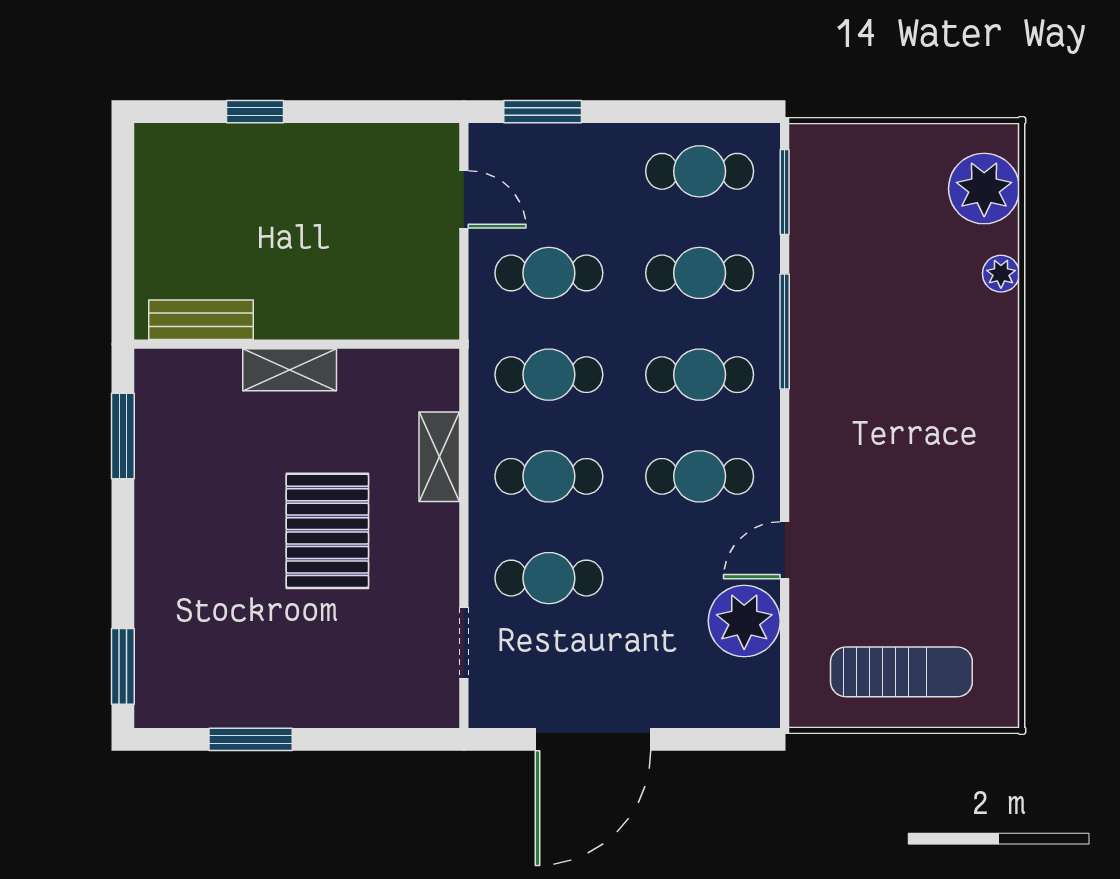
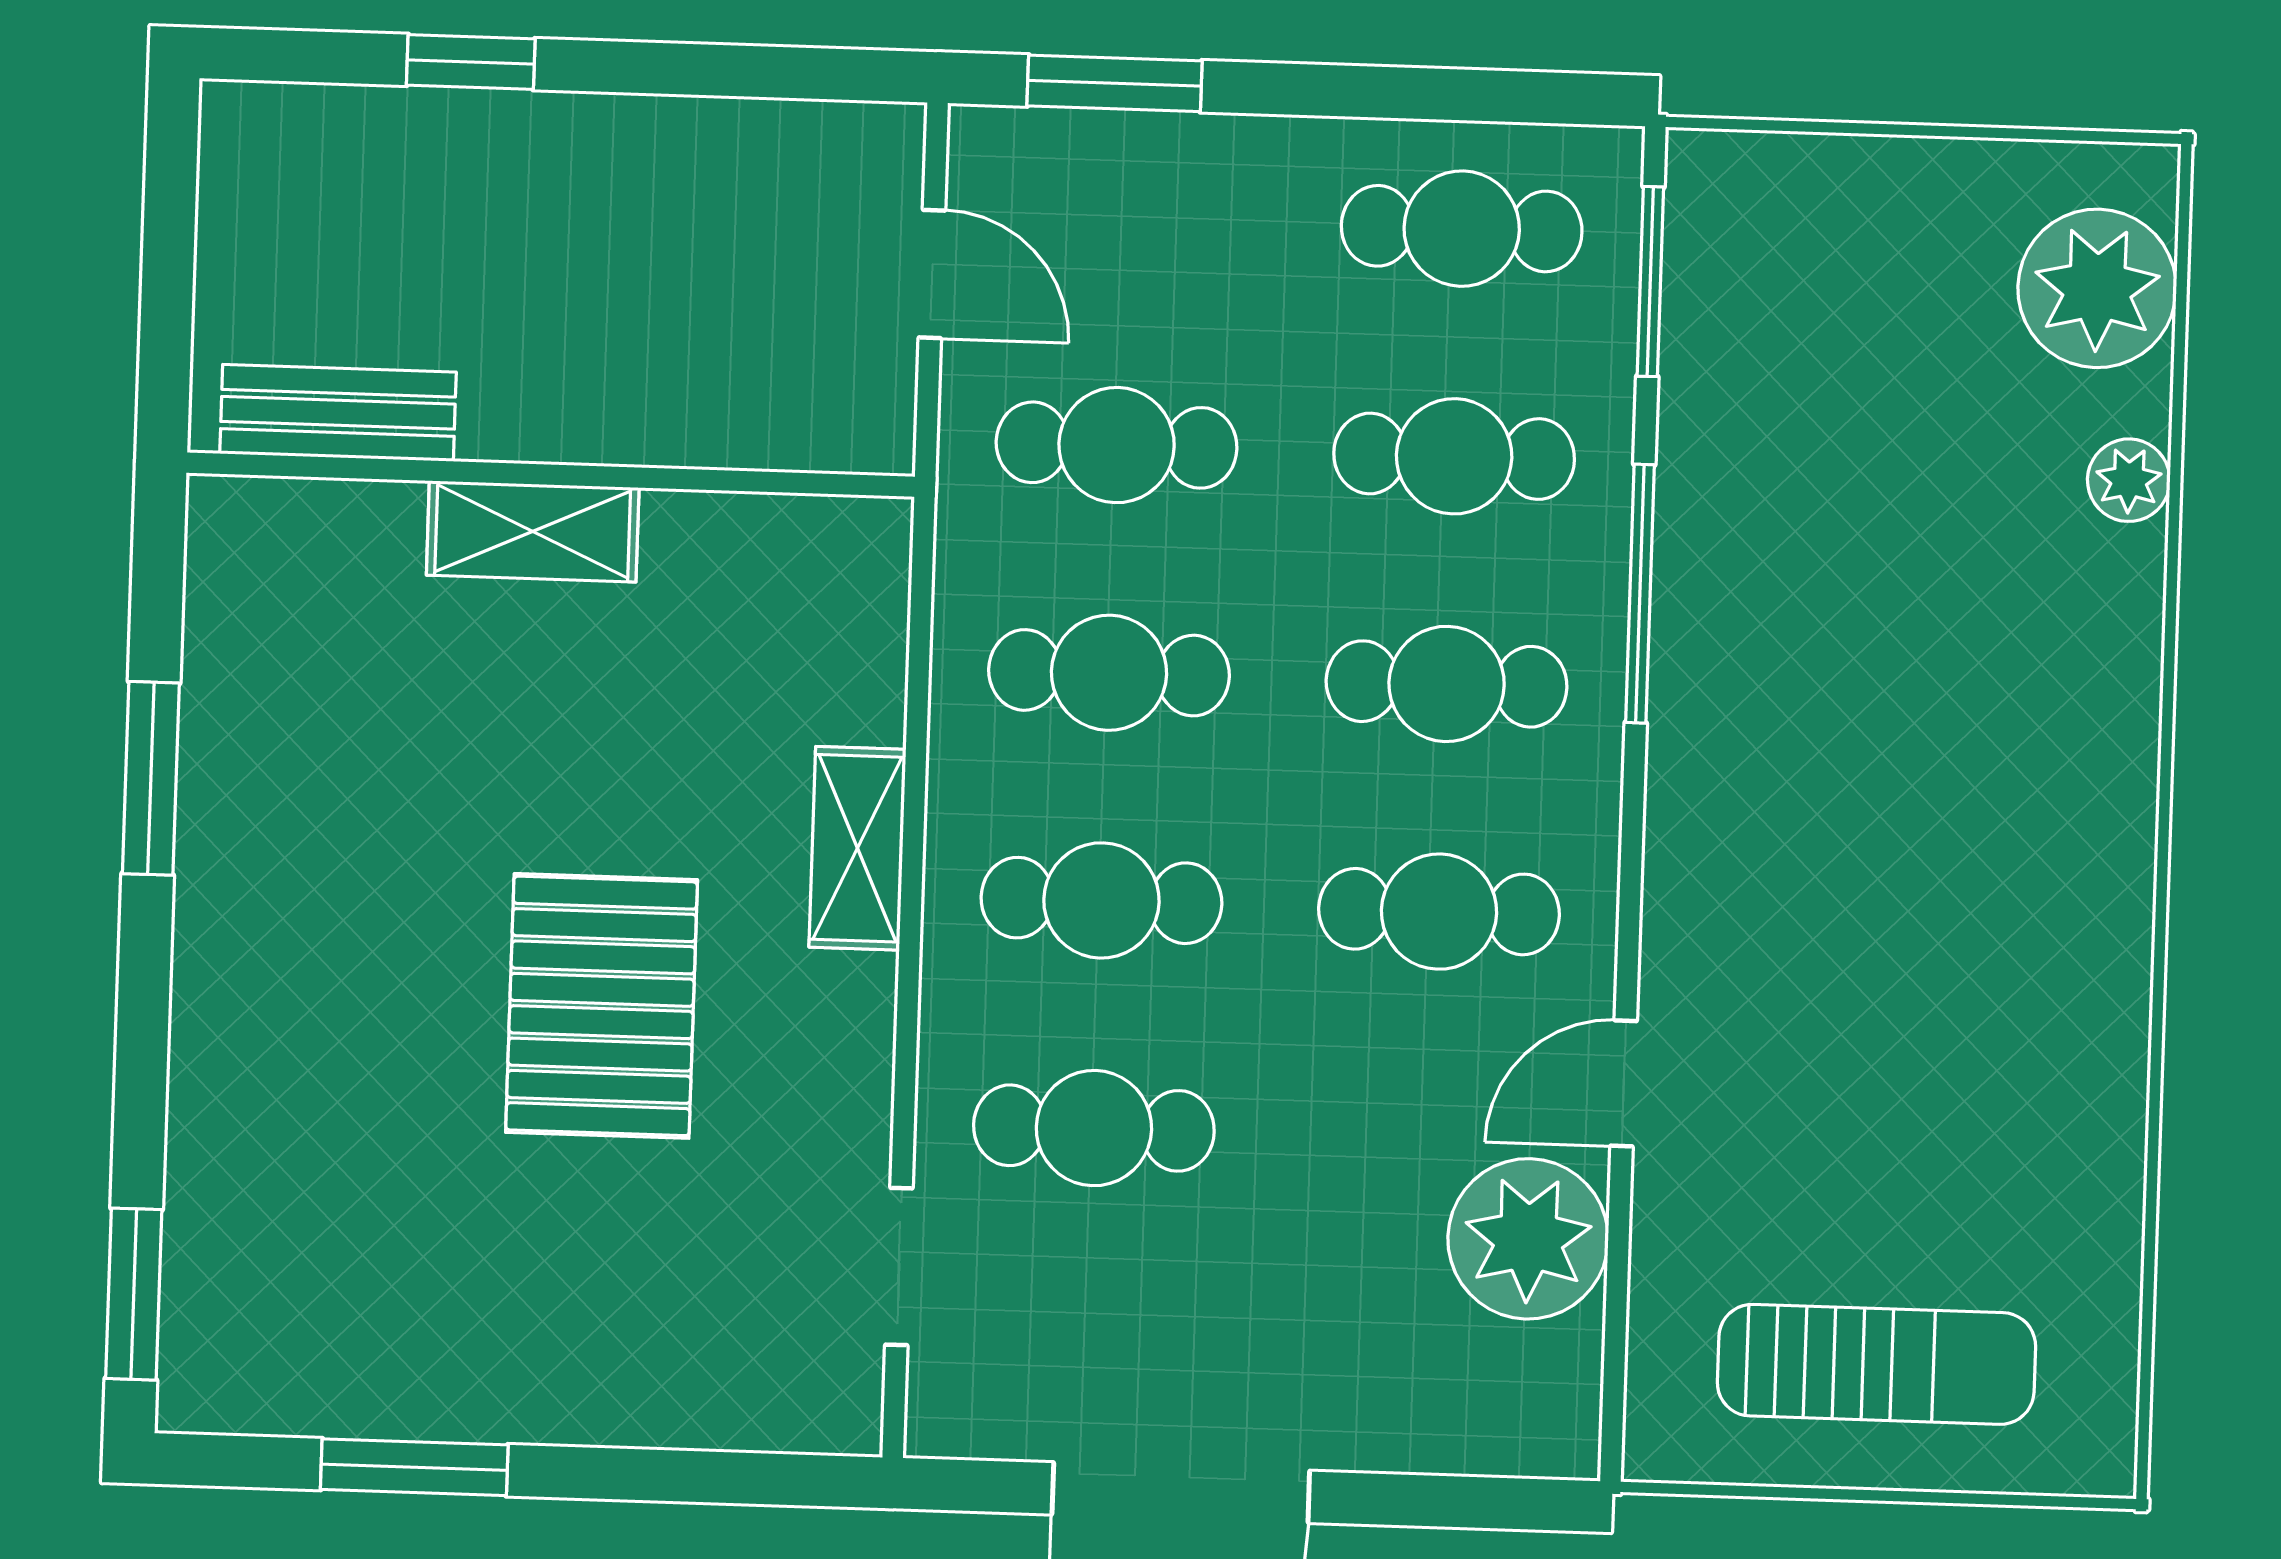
bench: (201, 320) -> (338, 413), moved
wall: (297, 344) -> (551, 475), moved
shelving: (290, 370) -> (533, 531), moved

